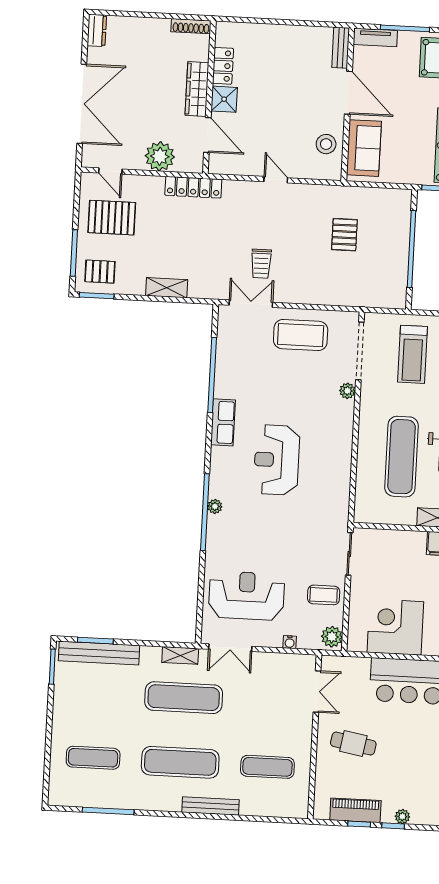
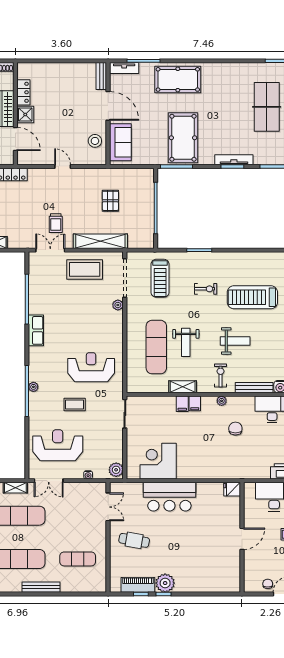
shelving: (326, 294) -> (100, 241), added
reception desk: (277, 460) -> (91, 367), moved, turned 90
coffee table: (324, 595) -> (75, 405), moved
plant: (402, 817) -> (165, 583), width x1.87, depth x1.87

